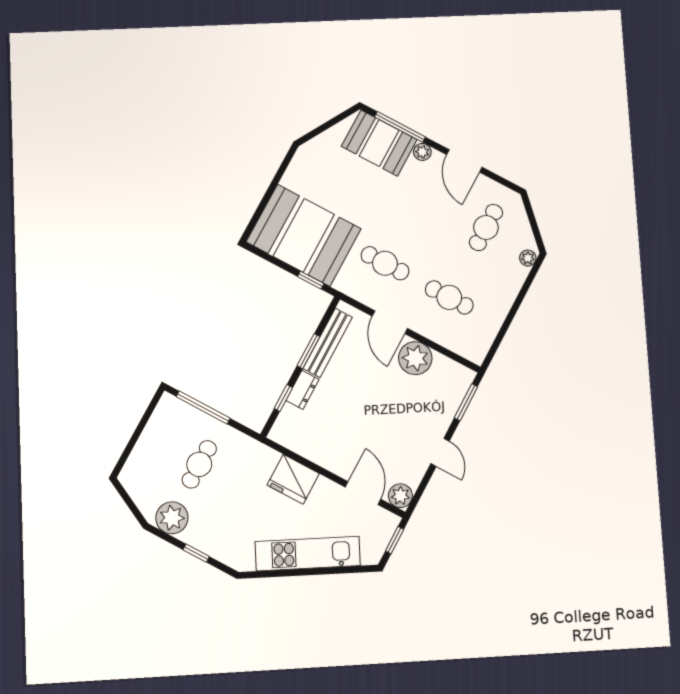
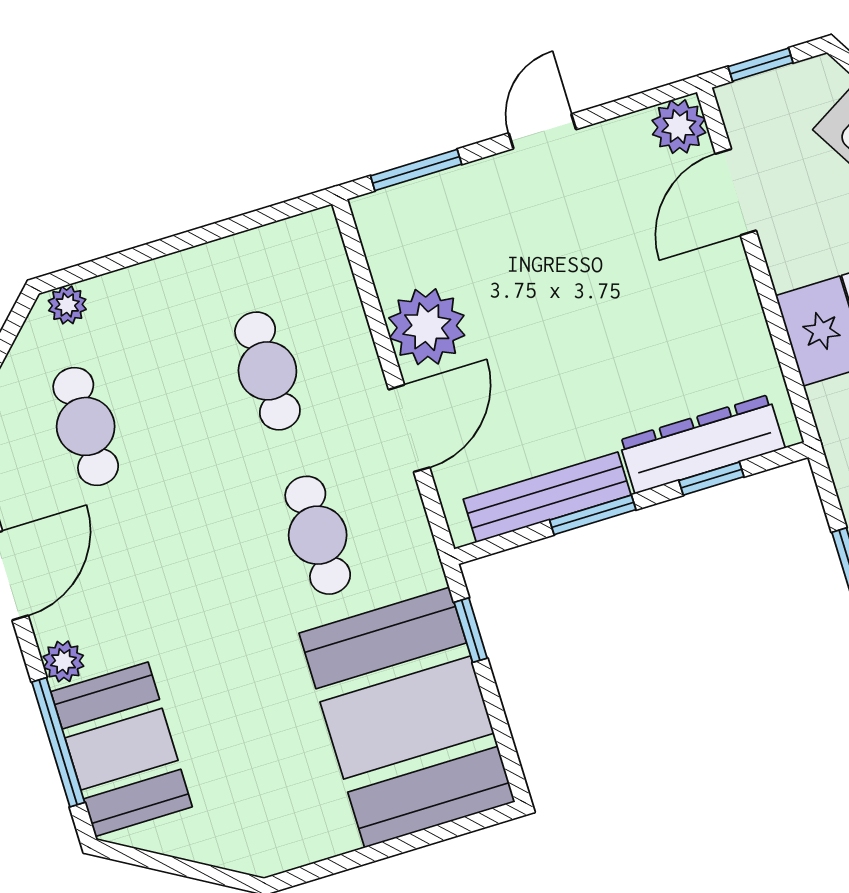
cafe table: (486, 227) -> (86, 426), turned 90
dresser: (302, 390) -> (702, 444), width x1.96, depth x1.24

